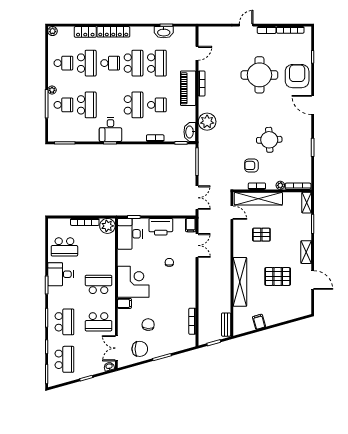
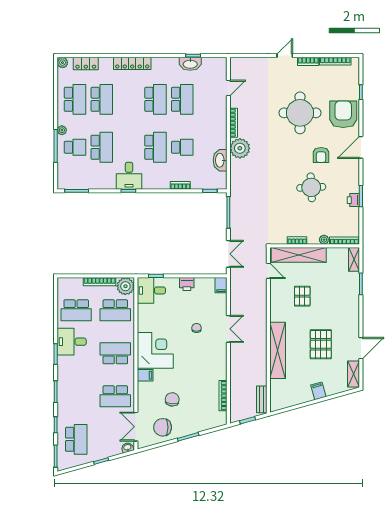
locker: (85, 32) -> (86, 64), moved
school desk: (63, 63) -> (75, 99), width x1.85
school desk: (110, 63) -> (129, 99), removed
piano: (188, 88) -> (218, 128), removed
door: (313, 105) -> (361, 147), hinge flipped
plant: (207, 122) -> (240, 148), moved
washbasin: (190, 132) -> (220, 160), moved
printer: (306, 151) -> (353, 200), added
armchair: (251, 165) -> (321, 155), moved, turned -90
printer: (161, 227) -> (187, 284), width x0.53, depth x0.68
desk: (130, 234) -> (151, 290), width x0.73
pallet: (261, 235) -> (302, 296), turned 90
double door: (197, 245) -> (228, 329), moved
shelving: (306, 252) -> (354, 374), moved
pallet: (278, 276) -> (321, 344), turned 90
door: (313, 280) -> (361, 348), hinge flipped
school desk: (64, 322) -> (115, 310), moved, turned 90
filing cabinet: (259, 322) -> (318, 391), moved
chair: (140, 349) -> (163, 427), turned 180

